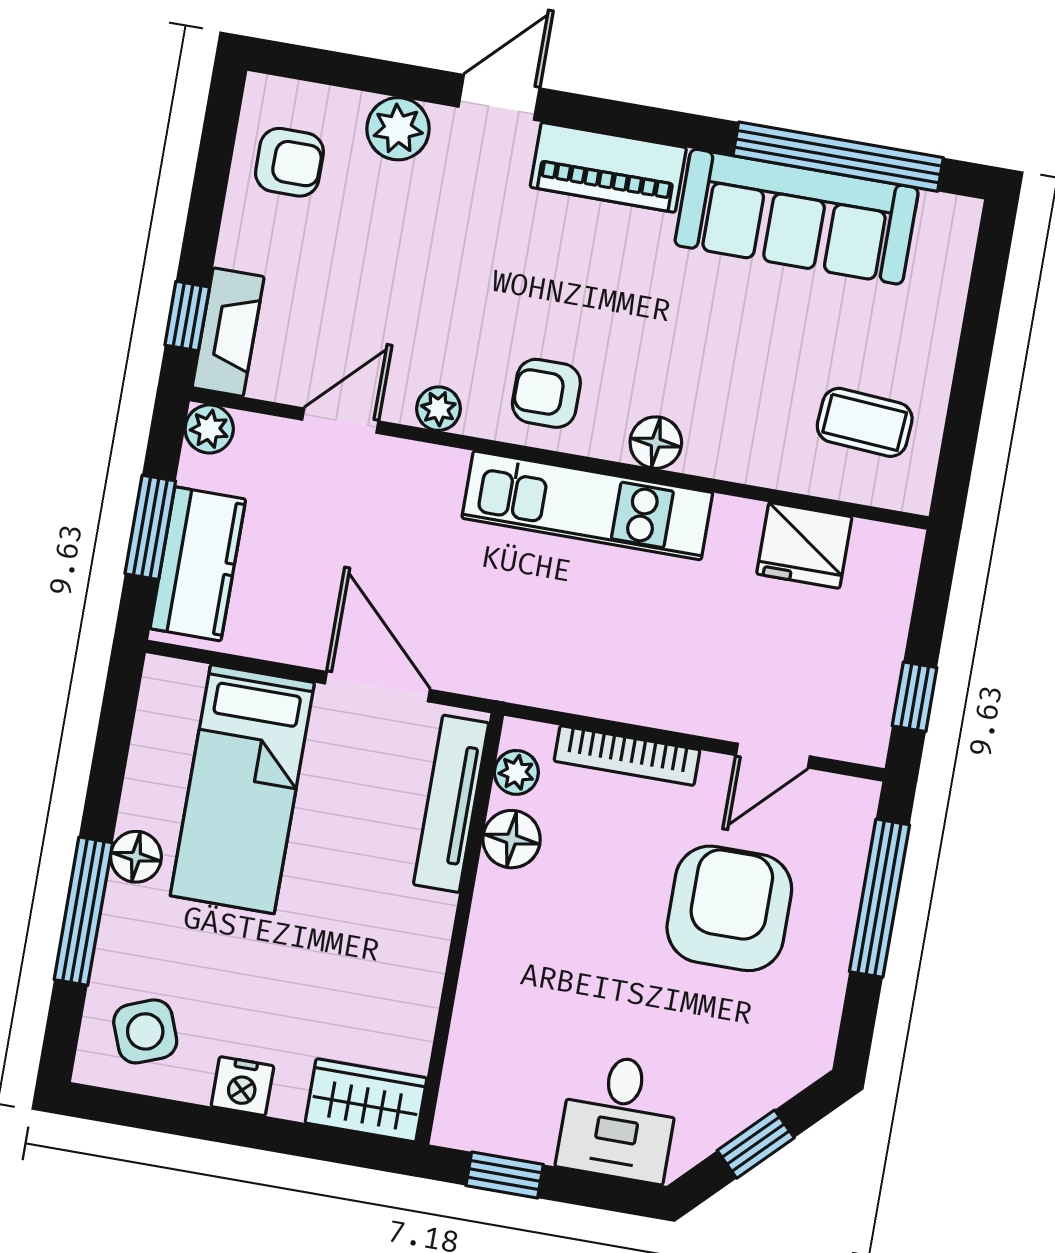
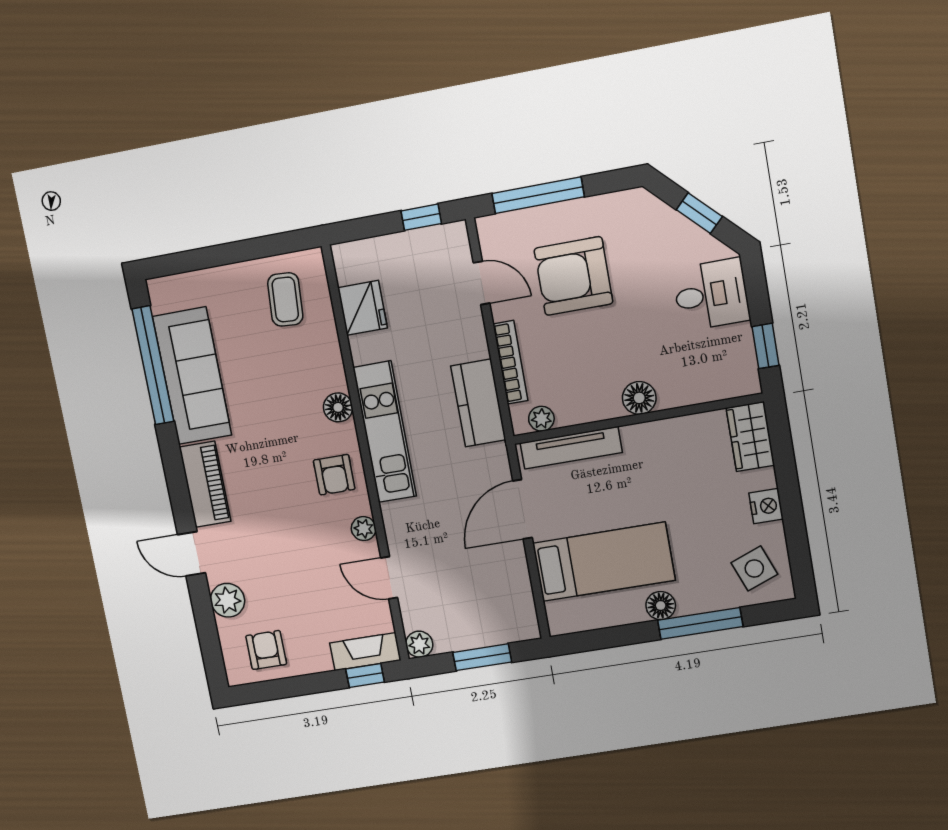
kitchen counter: (198, 564) -> (478, 403), moved, turned -90
floor lamp: (512, 839) -> (639, 398), moved

